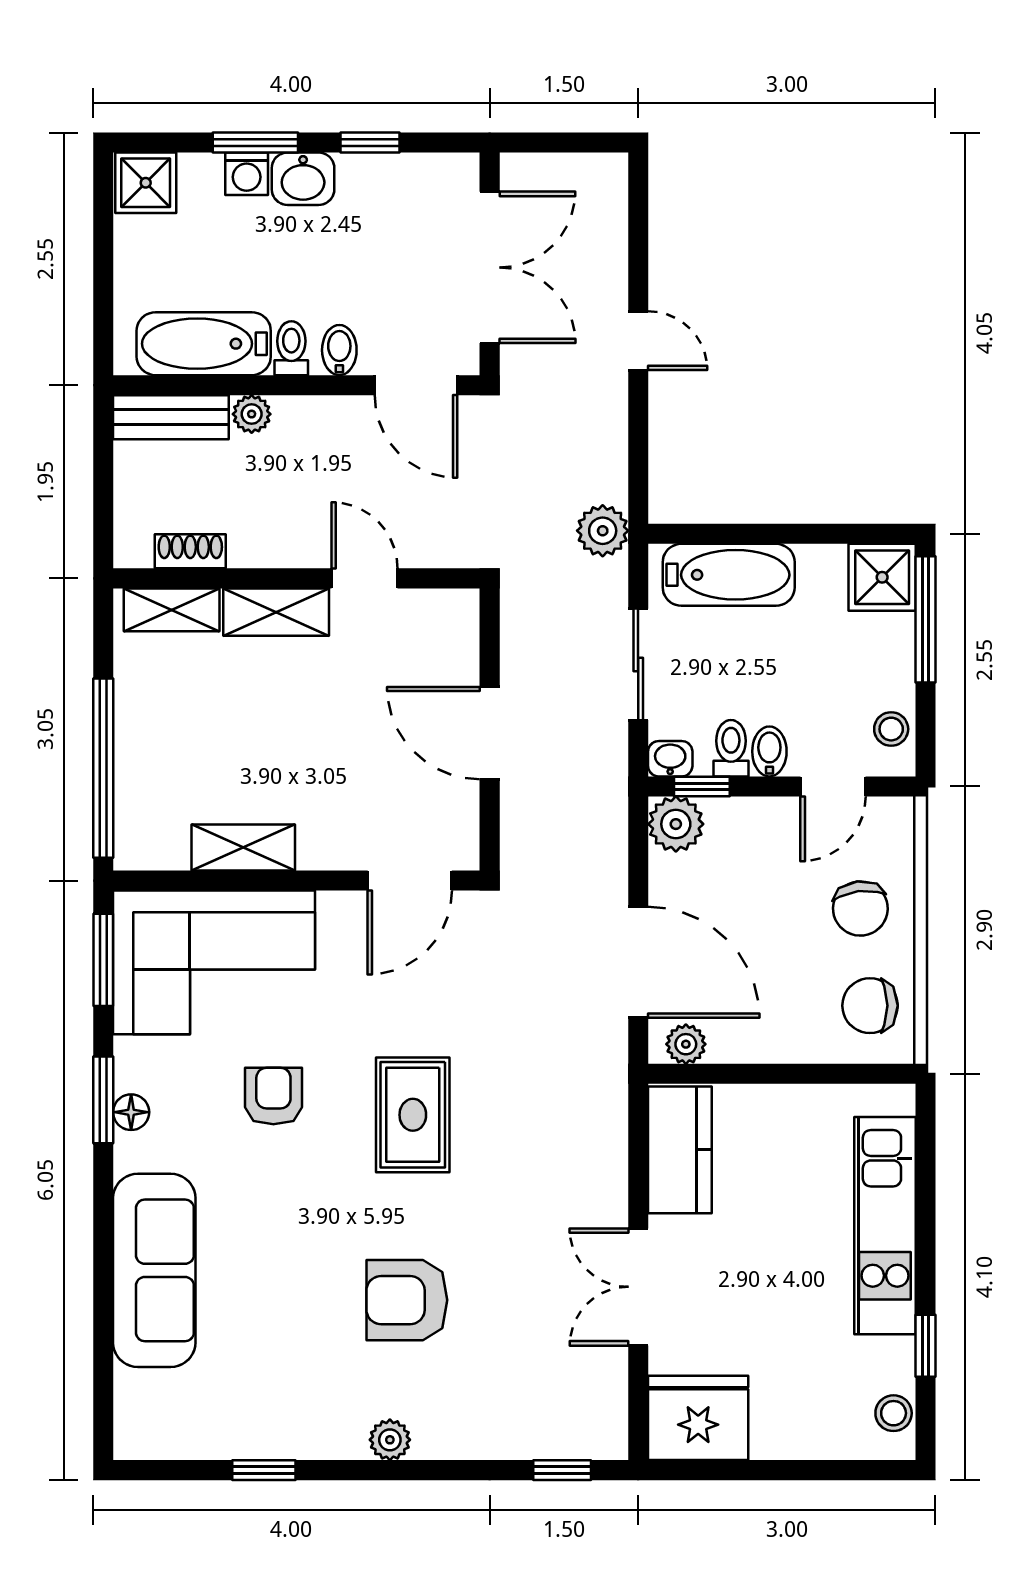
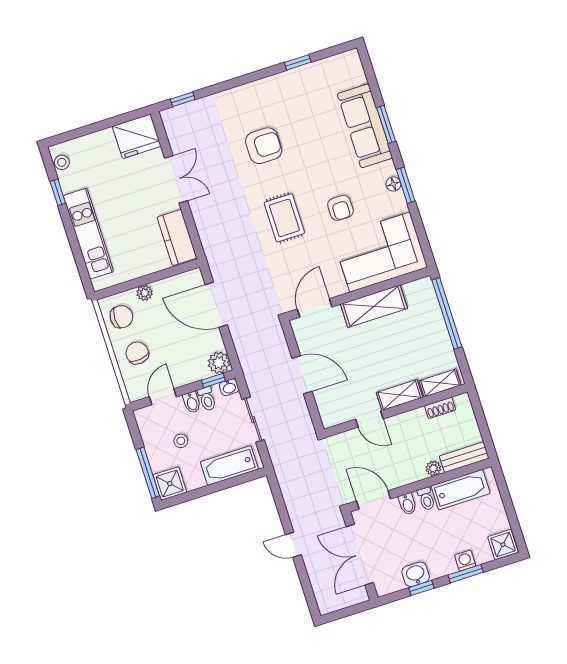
washbasin: (303, 179) -> (416, 574), moved
plant: (603, 531) -> (283, 467), removed
stool: (891, 729) -> (181, 441), moved
shelving: (243, 847) -> (374, 306), width x1.50, depth x1.33
window: (103, 960) -> (386, 124), moved
plant: (686, 1044) -> (145, 293), moved
plant: (390, 1440) -> (253, 90), removed

